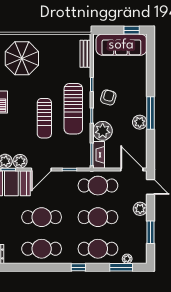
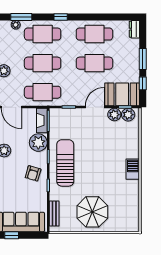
parasol: (22, 58) -> (92, 212), moved
sun lounger: (44, 118) -> (92, 154), removed

